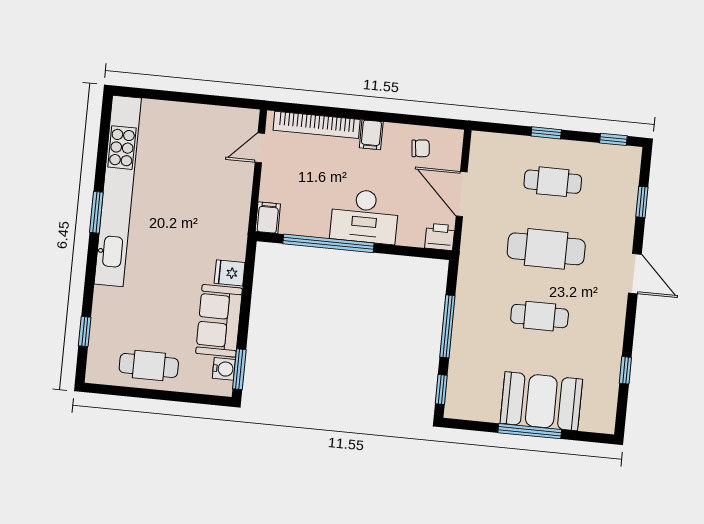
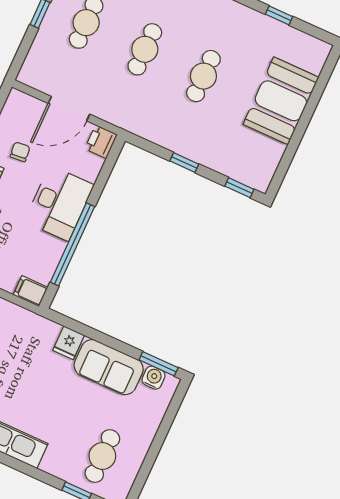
chair: (421, 148) -> (20, 152), moved
cafe table: (546, 249) -> (145, 49), width x0.73, depth x0.74
window: (447, 326) -> (184, 163), width x0.46
cafe table: (149, 365) -> (102, 456), moved
window: (530, 431) -> (304, 121), removed

